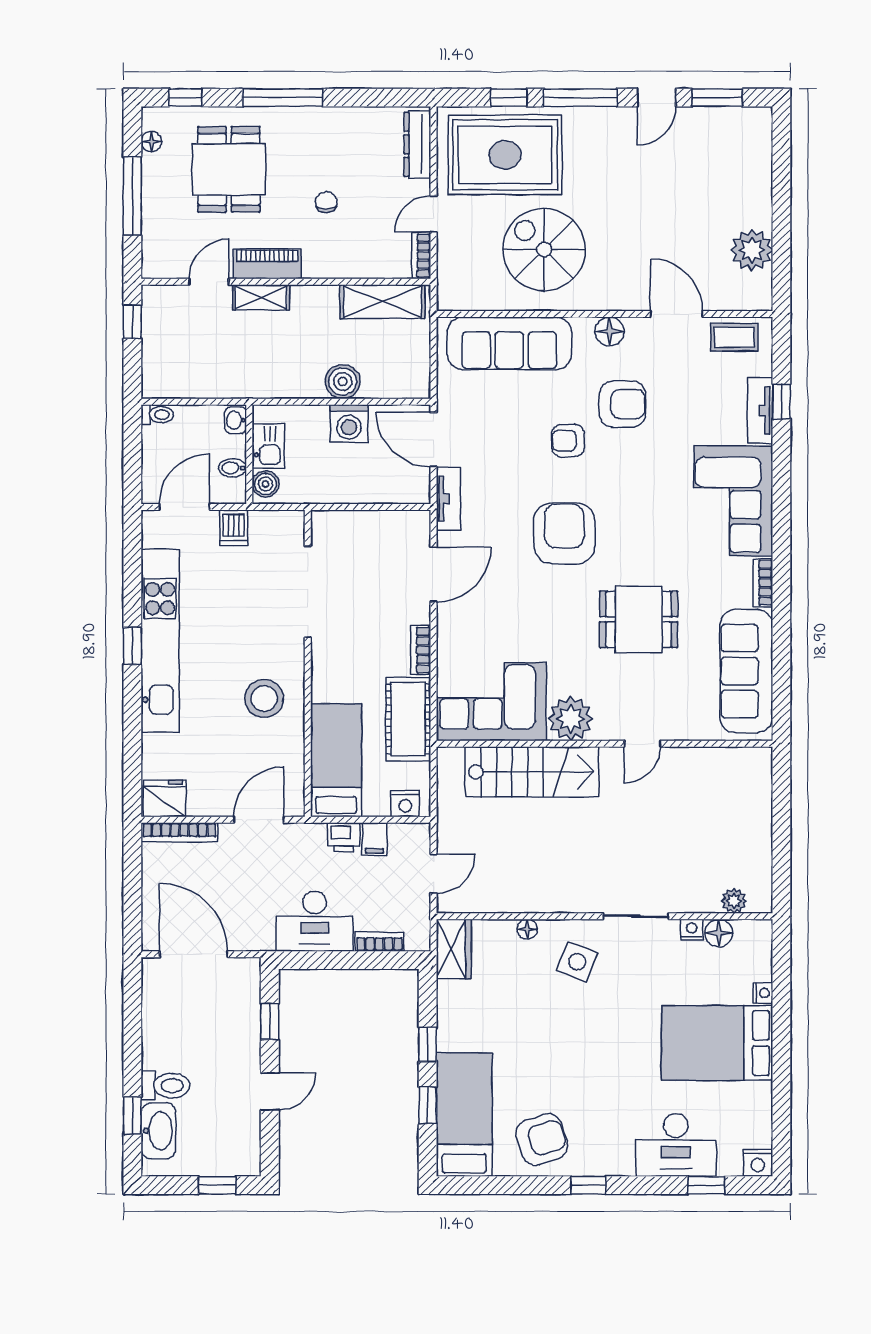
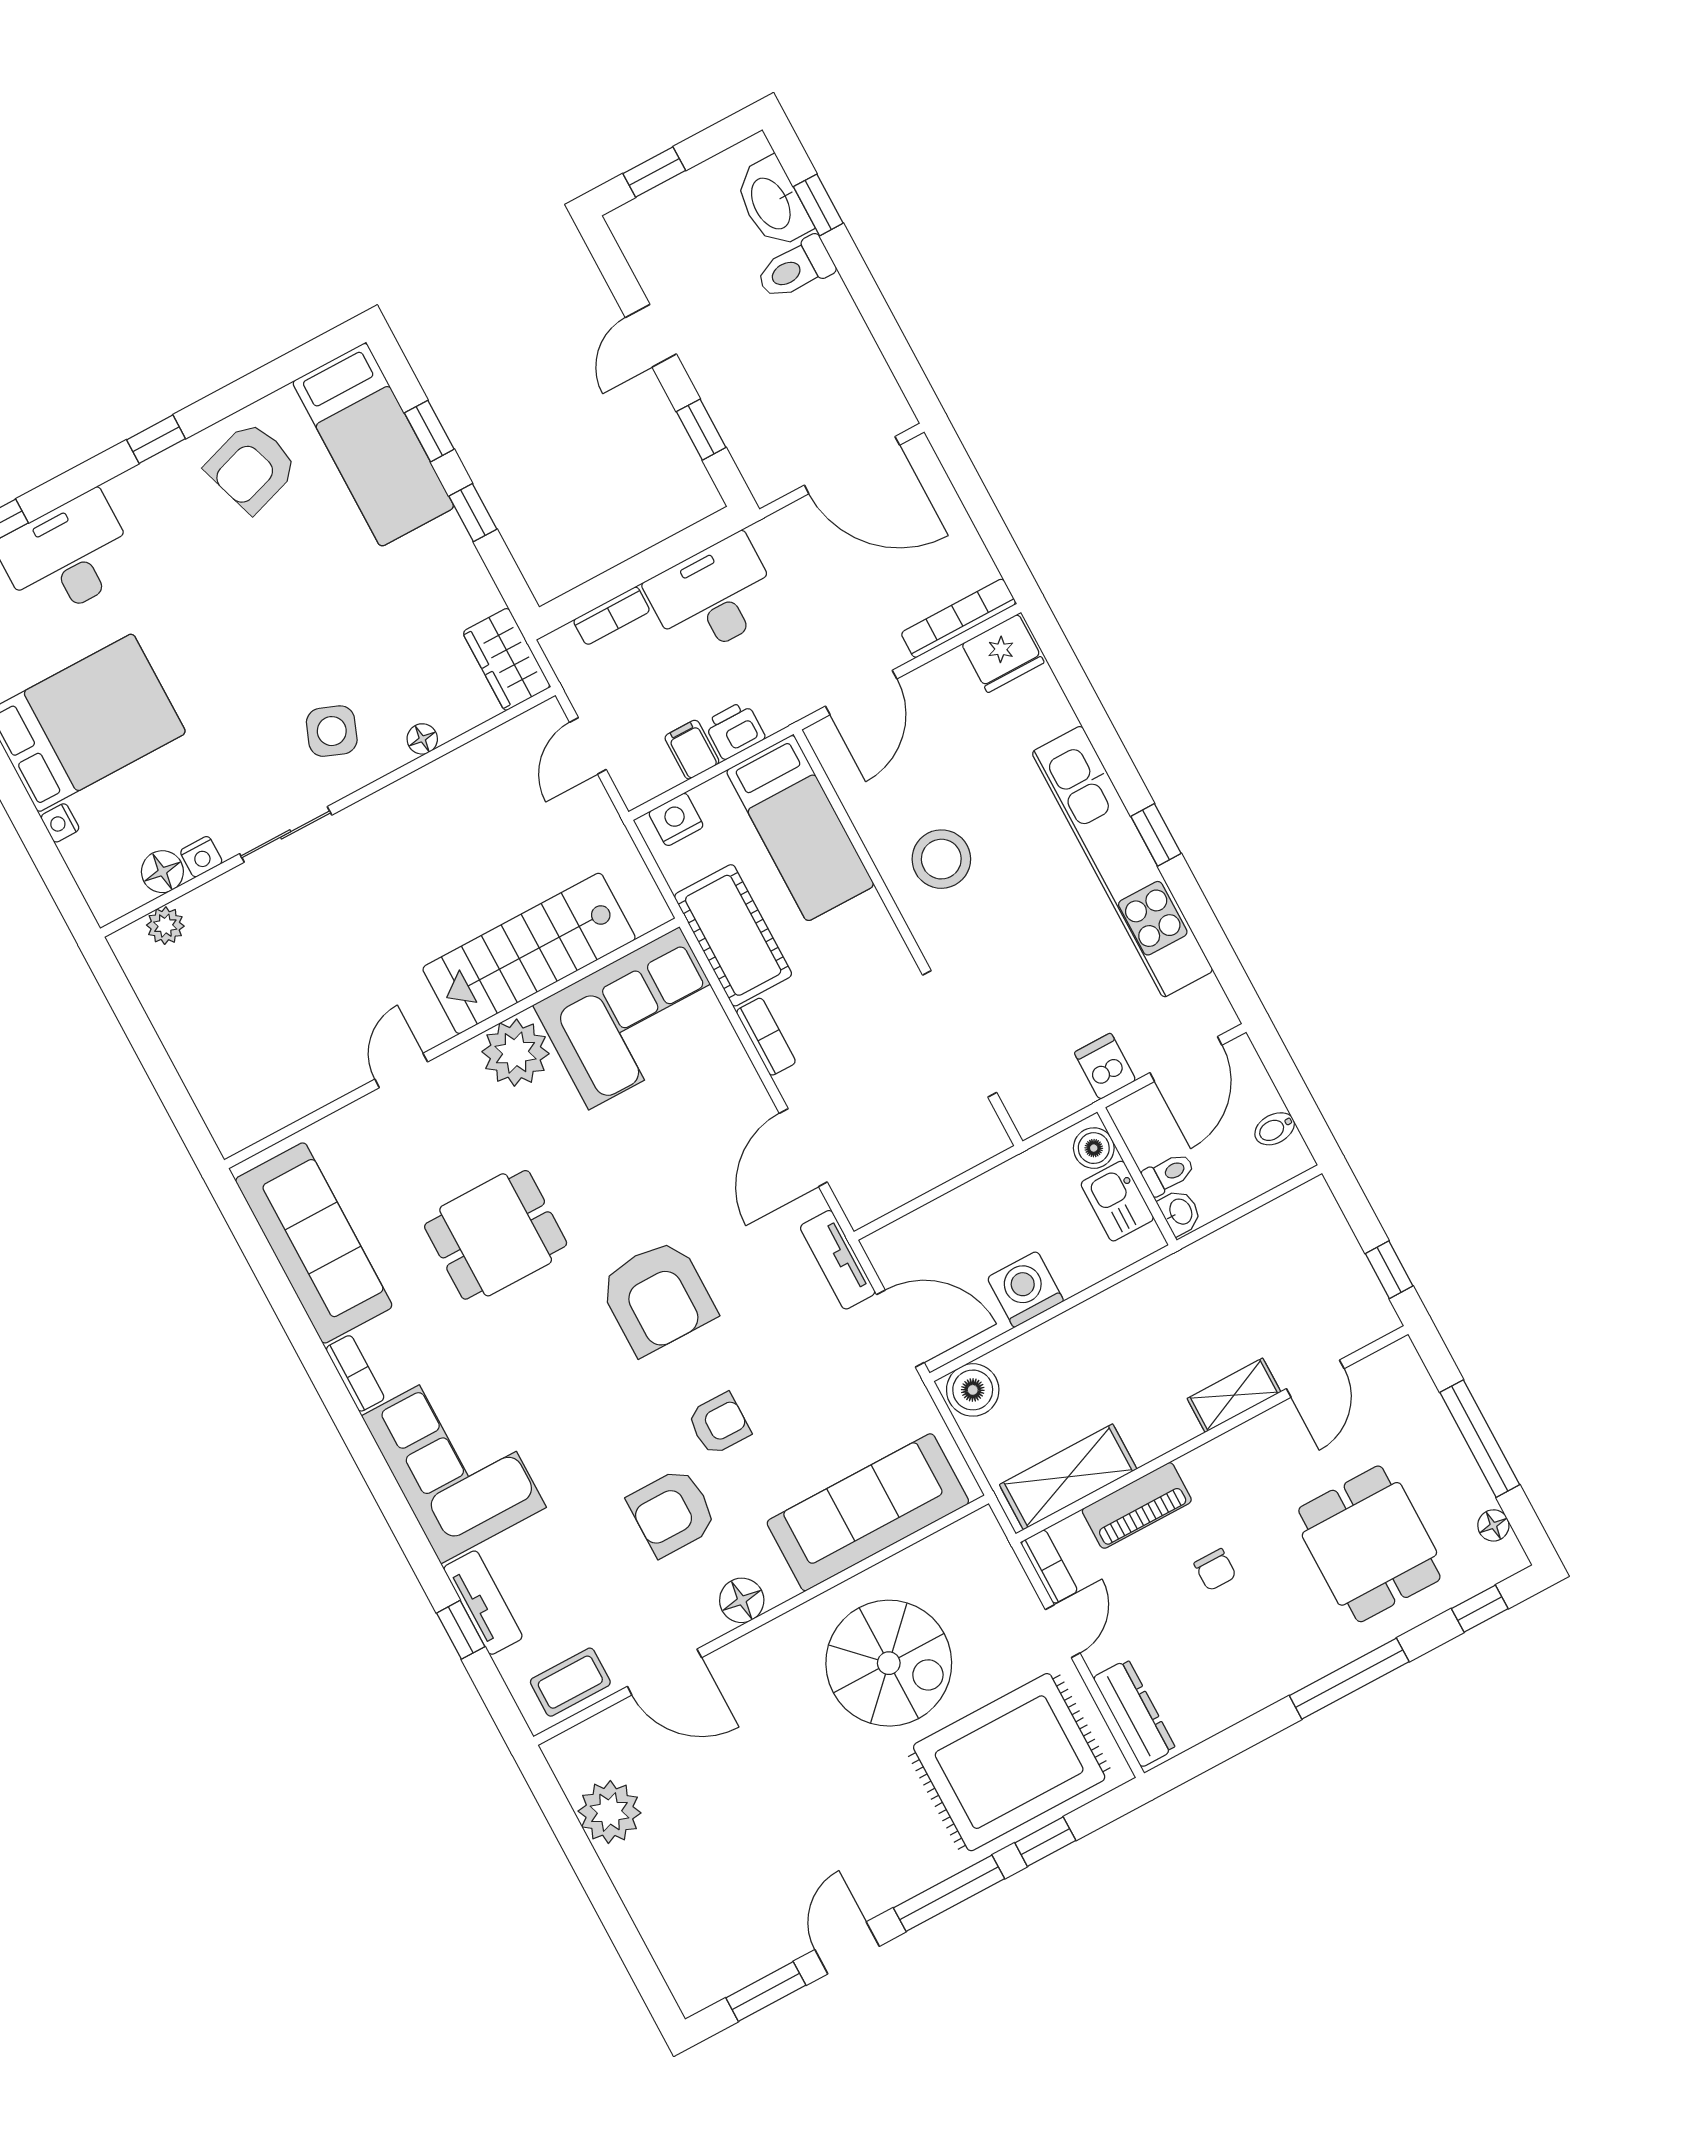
piano: (267, 264) -> (1137, 1505), moved
boiler: (343, 382) -> (973, 1390), moved
toilet: (157, 415) -> (1169, 1174), moved, turned 180
bidet: (233, 468) -> (1275, 1129), moved, turned 180

